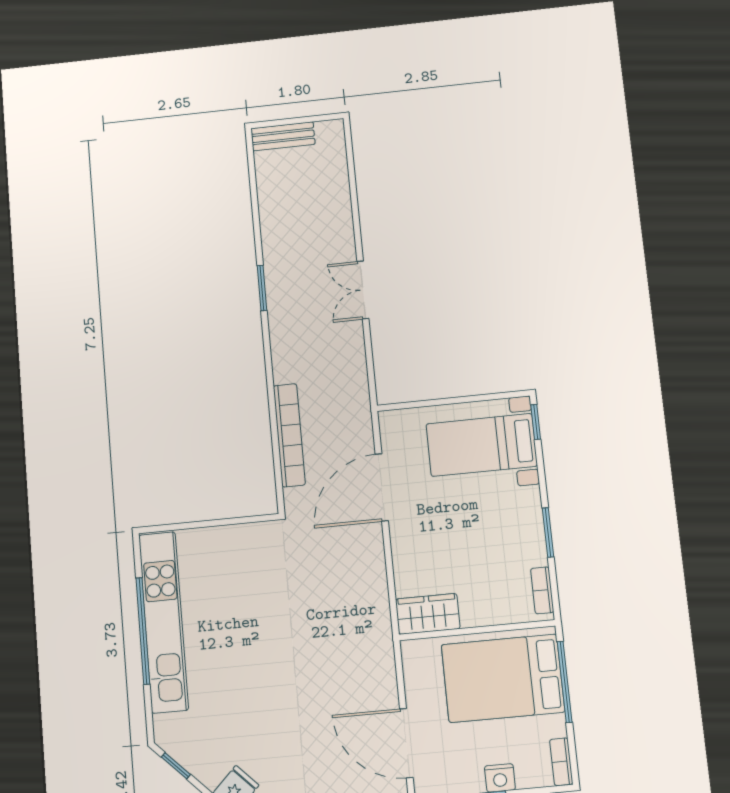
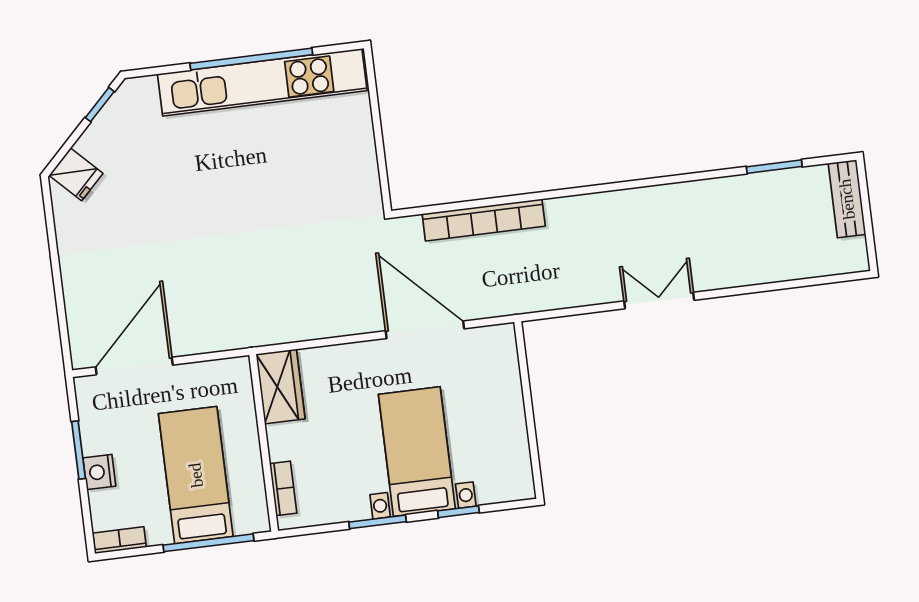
window: (262, 288) -> (774, 167), moved
window: (536, 422) -> (458, 512), moved
bed with nightstands: (482, 445) -> (417, 452), moved
bookcase: (542, 590) -> (283, 488), moved, turned 90
bed: (503, 678) -> (196, 475), width x0.67

